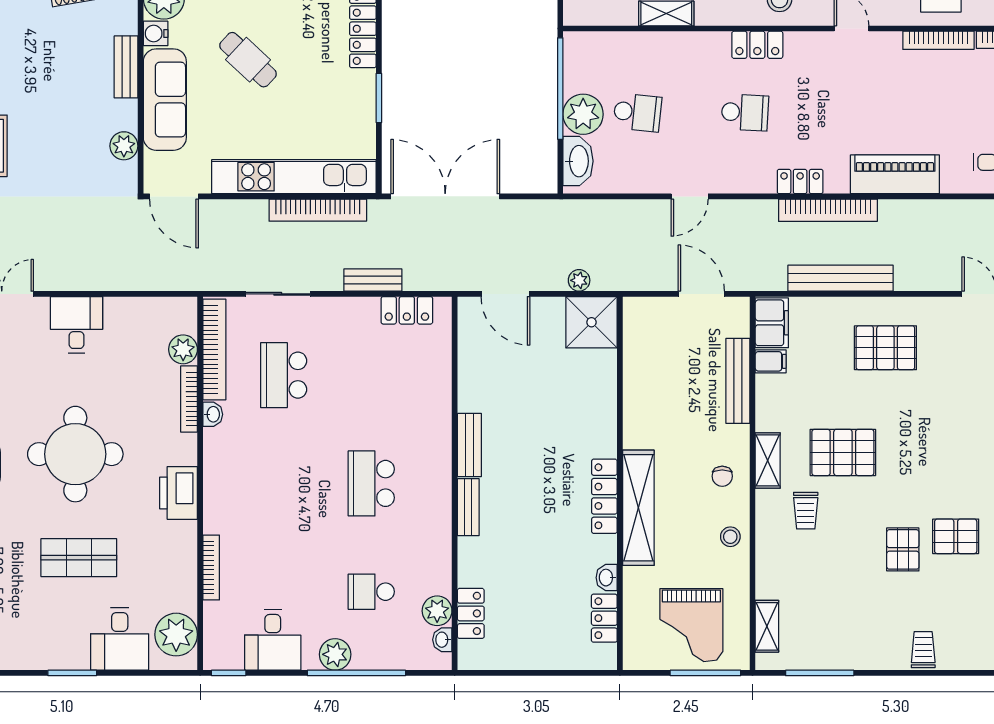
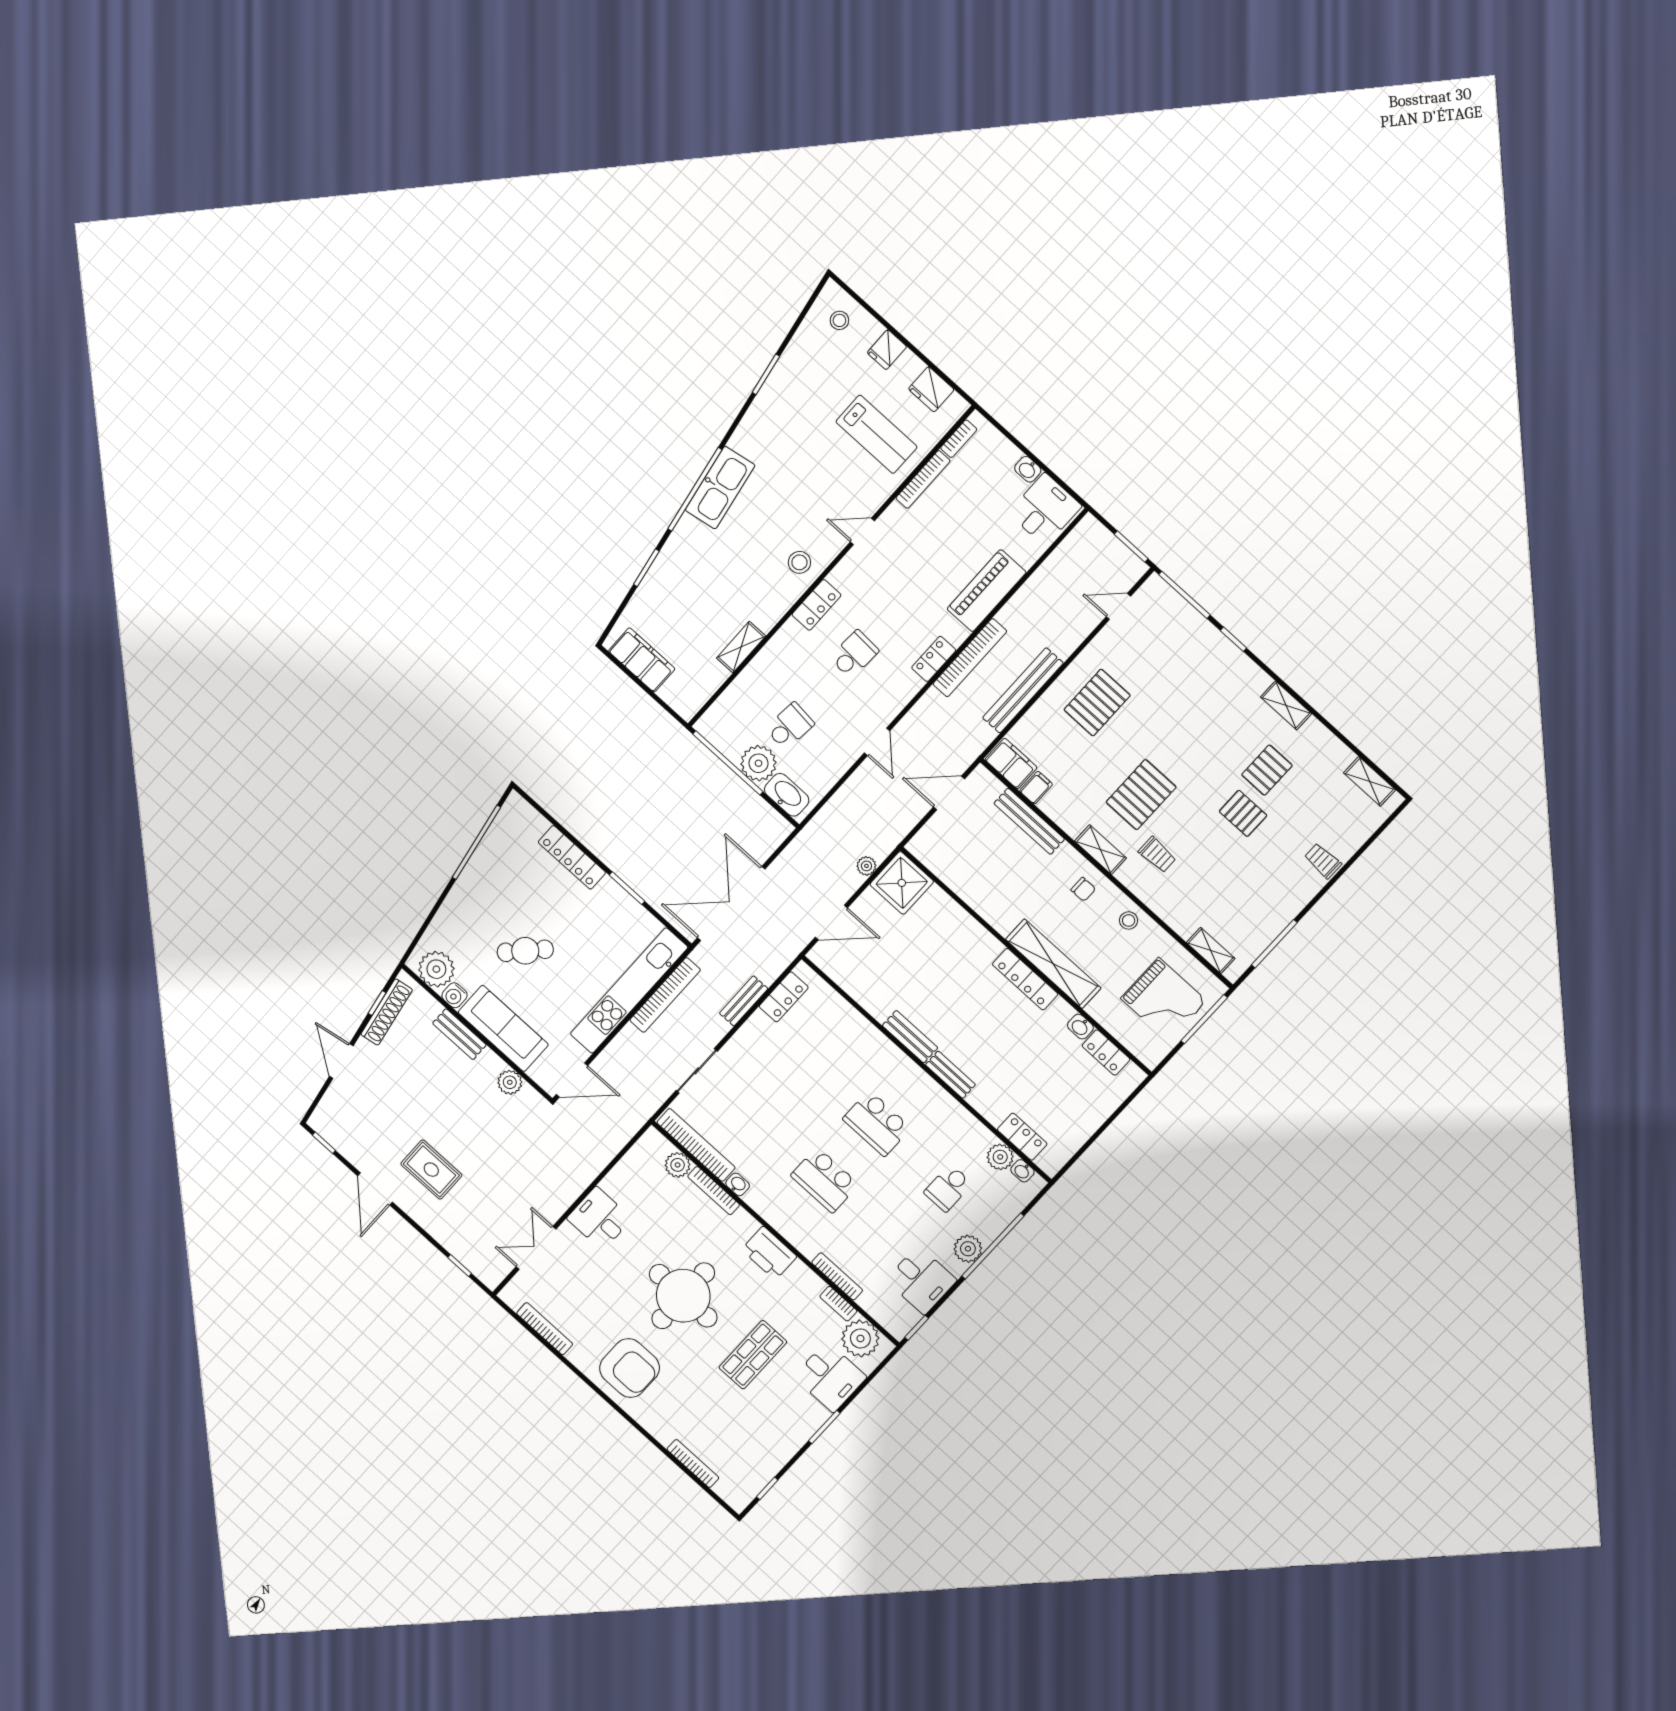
school desk: (284, 375) -> (825, 1180), moved
bookcase: (189, 589) -> (838, 1304), added

